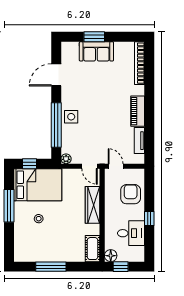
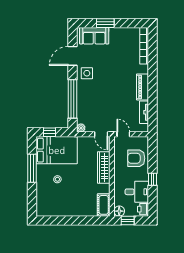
sofa: (96, 51) -> (94, 36), moved
side table: (71, 117) -> (87, 73), moved
armchair: (131, 194) -> (136, 158), turned -90
printer: (138, 253) -> (143, 209), added
window: (51, 267) -> (68, 220), removed

